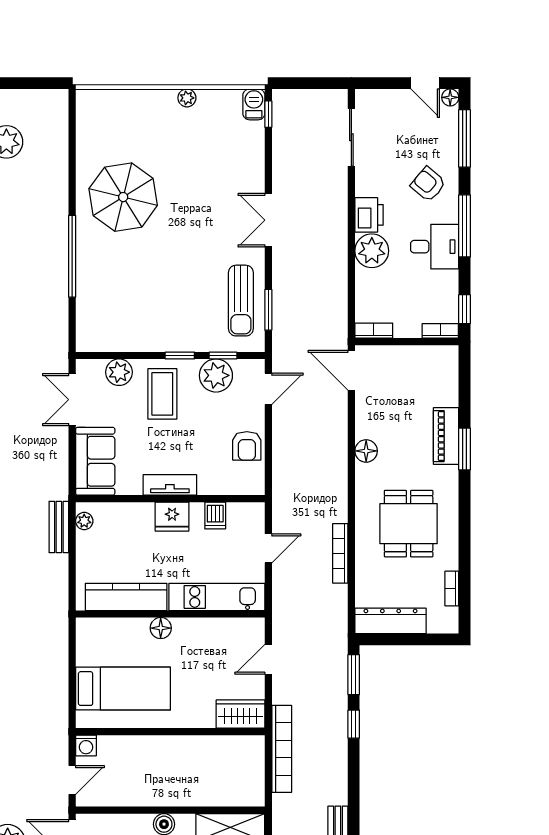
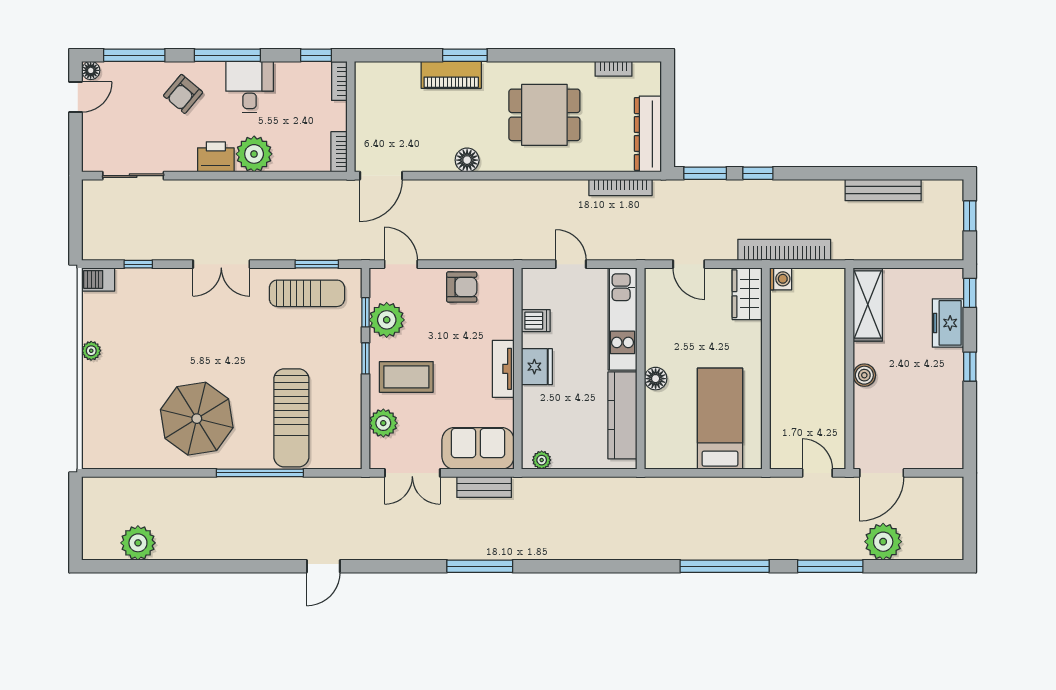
window: (268, 114) -> (138, 264), moved
sun lounger: (124, 286) -> (291, 418), added
bench: (59, 527) -> (484, 487), moved
bookcase: (340, 553) -> (621, 187), moved
washing machine: (86, 745) -> (781, 279), moved

